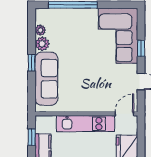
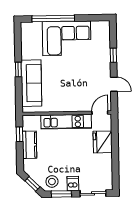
plant: (40, 30) -> (25, 41), removed
corner sofa: (118, 36) -> (67, 38), moved, turned -90
plant: (42, 44) -> (27, 53), removed

